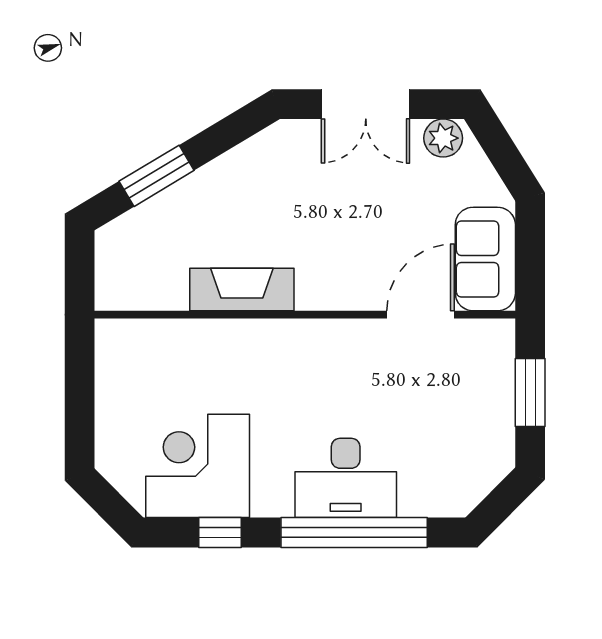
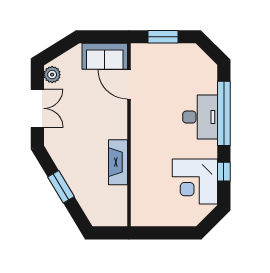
window: (157, 176) -> (61, 187), moved

